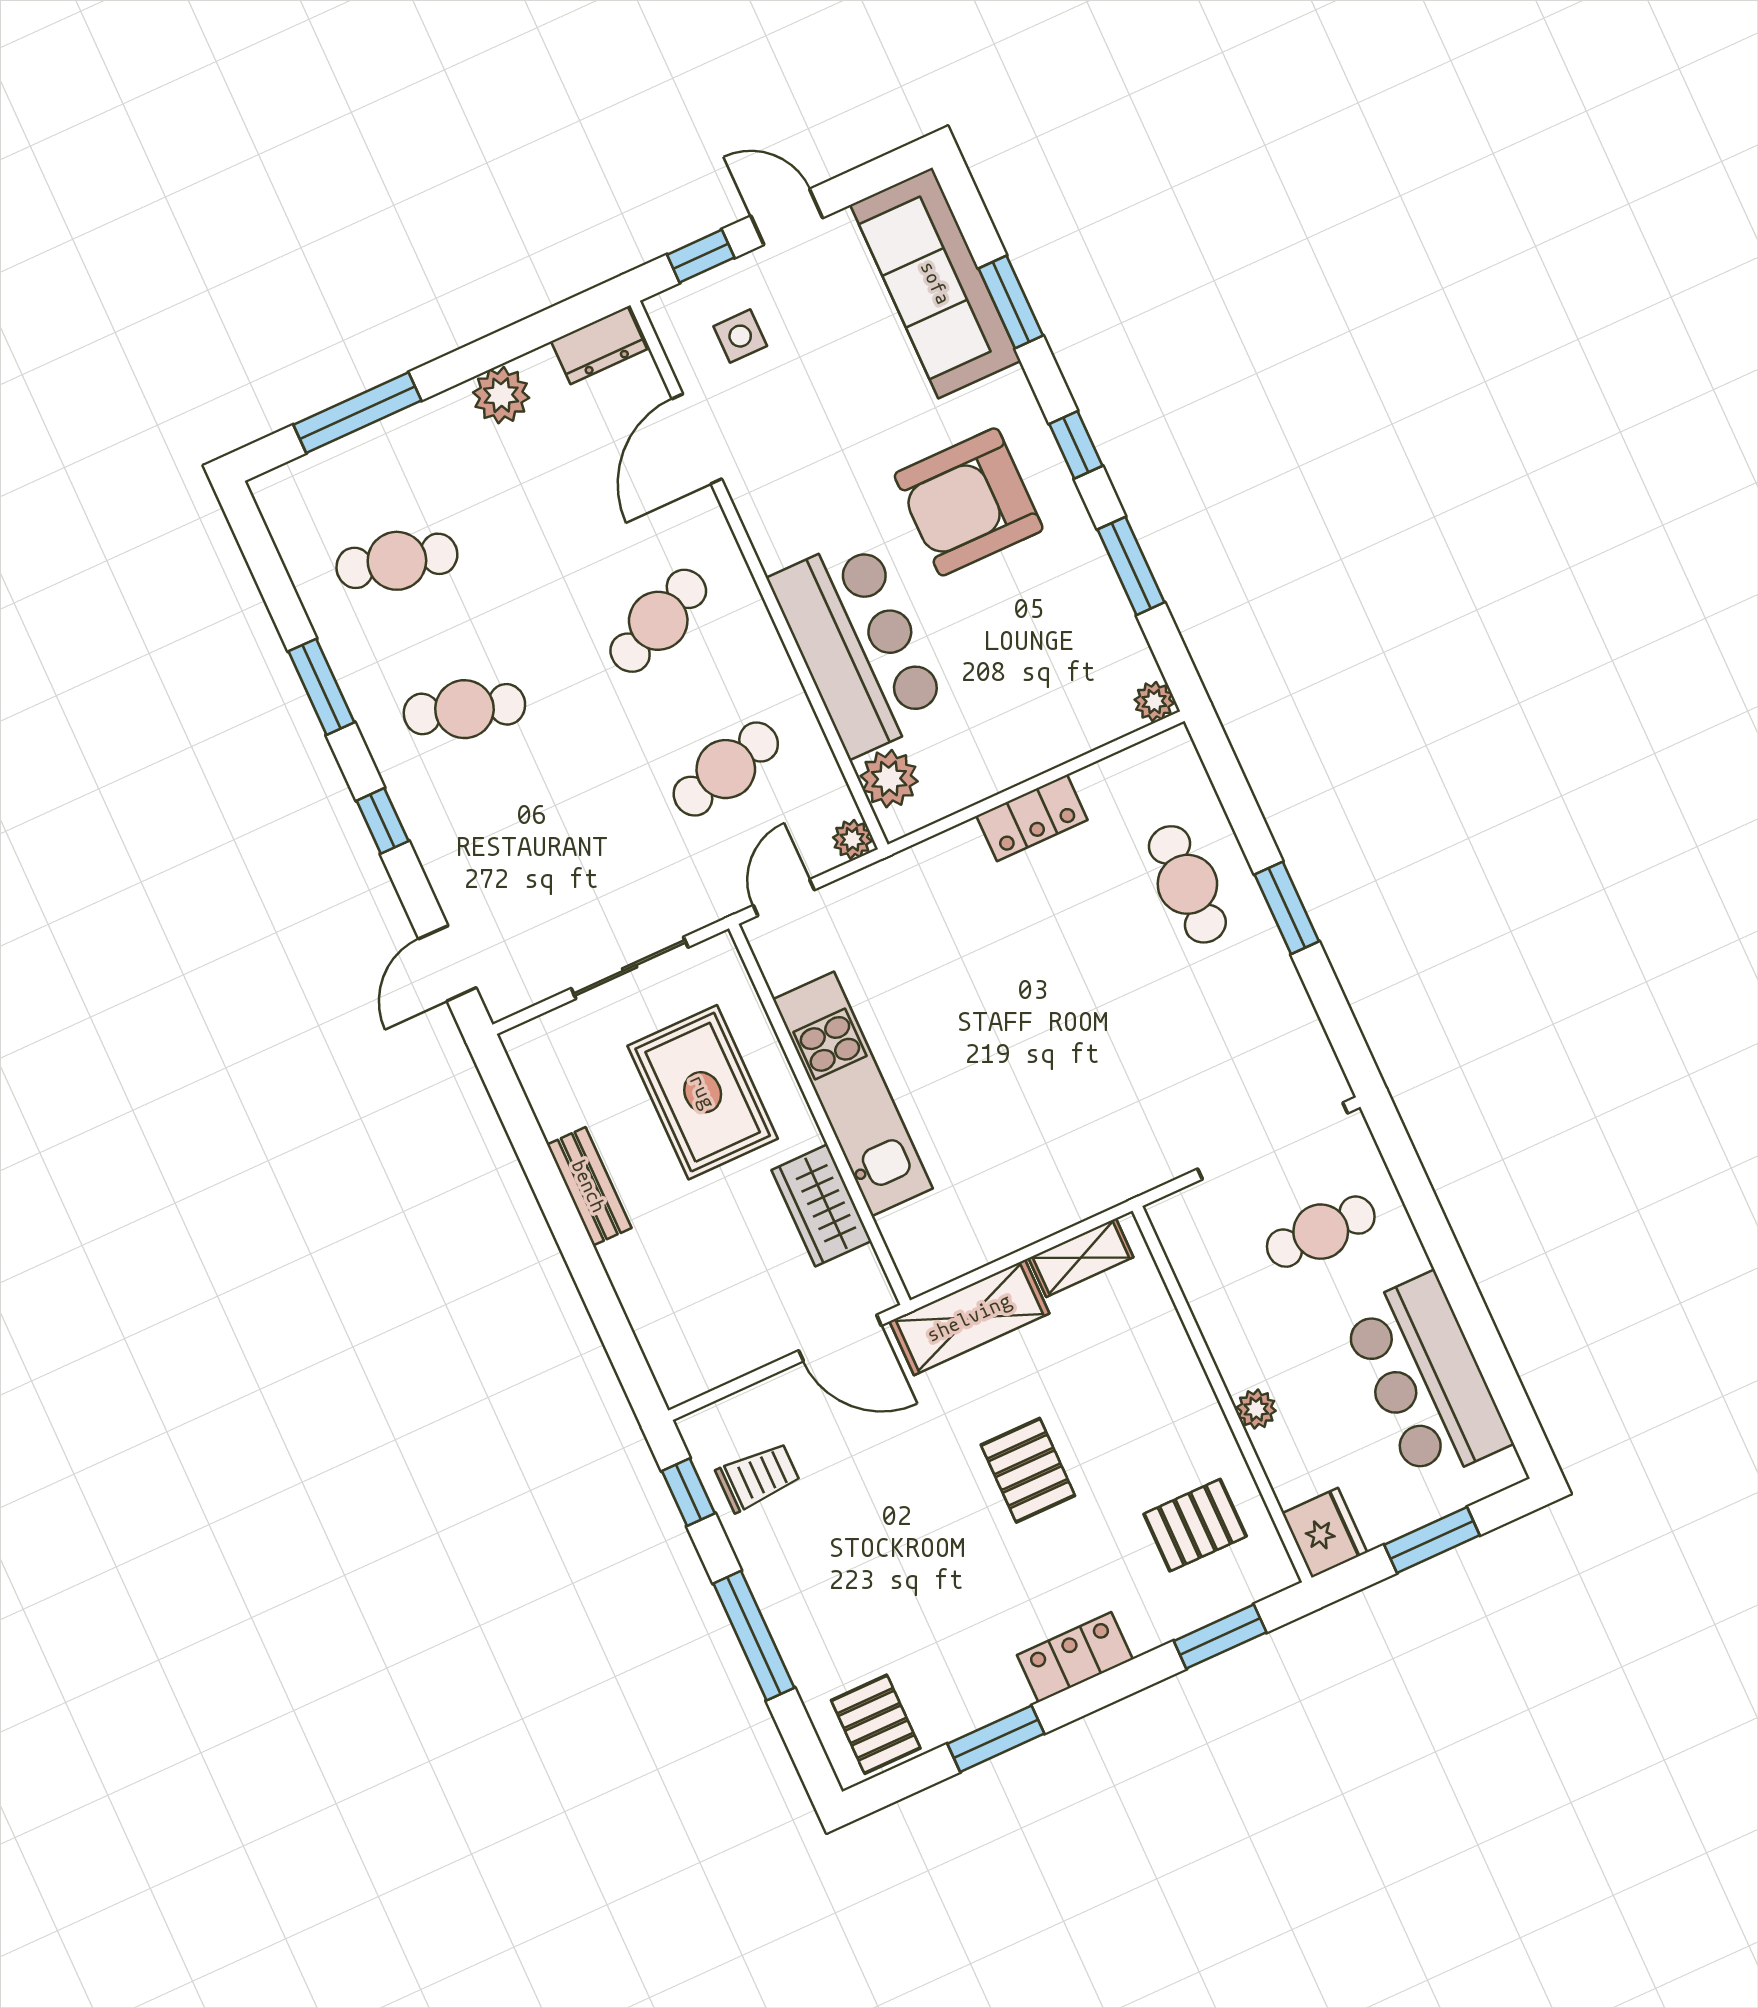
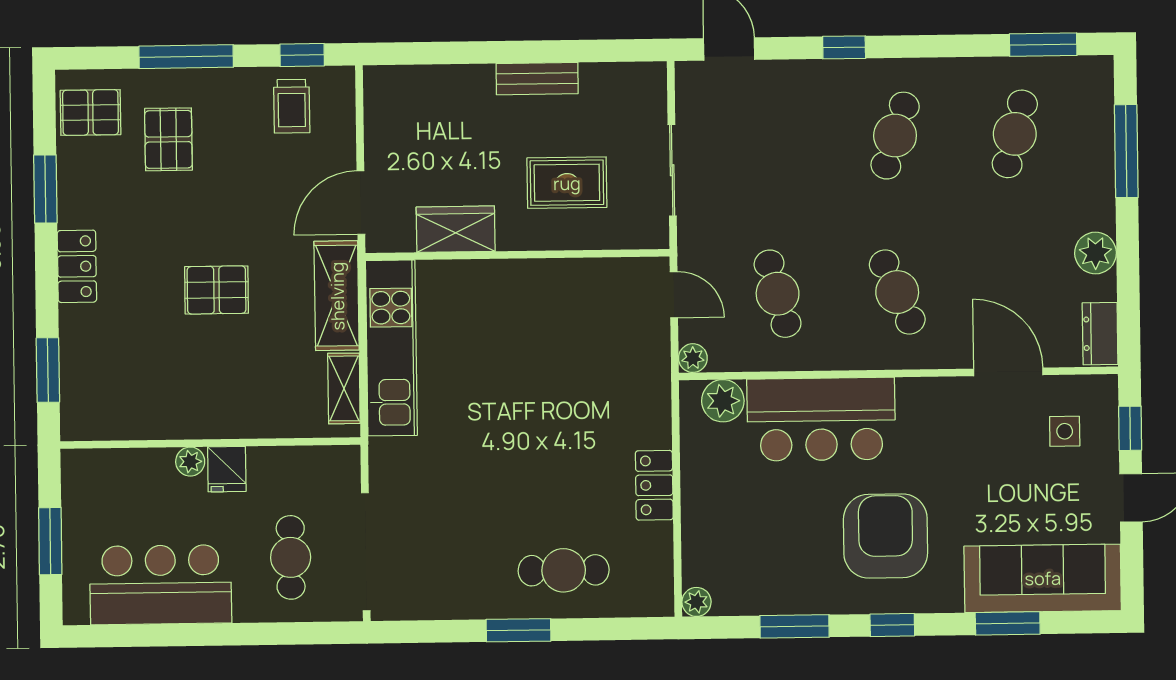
window: (321, 687) -> (1043, 45), moved
rug: (703, 1092) -> (567, 183), width x0.73, depth x0.70
kitchen unit: (853, 1094) -> (391, 348), moved, turned -90
pallet: (1195, 1525) -> (168, 139), moved
fridge: (1325, 1533) -> (227, 469), moved, width x0.72

